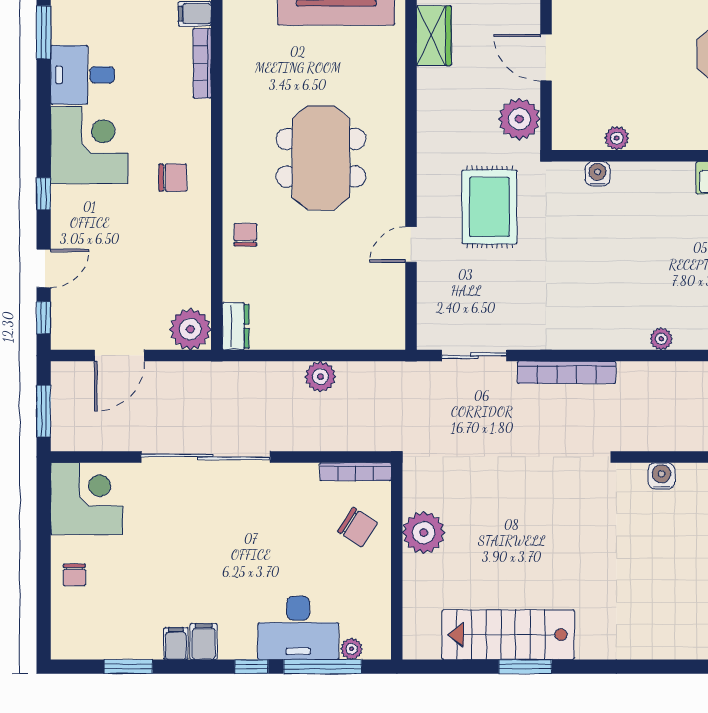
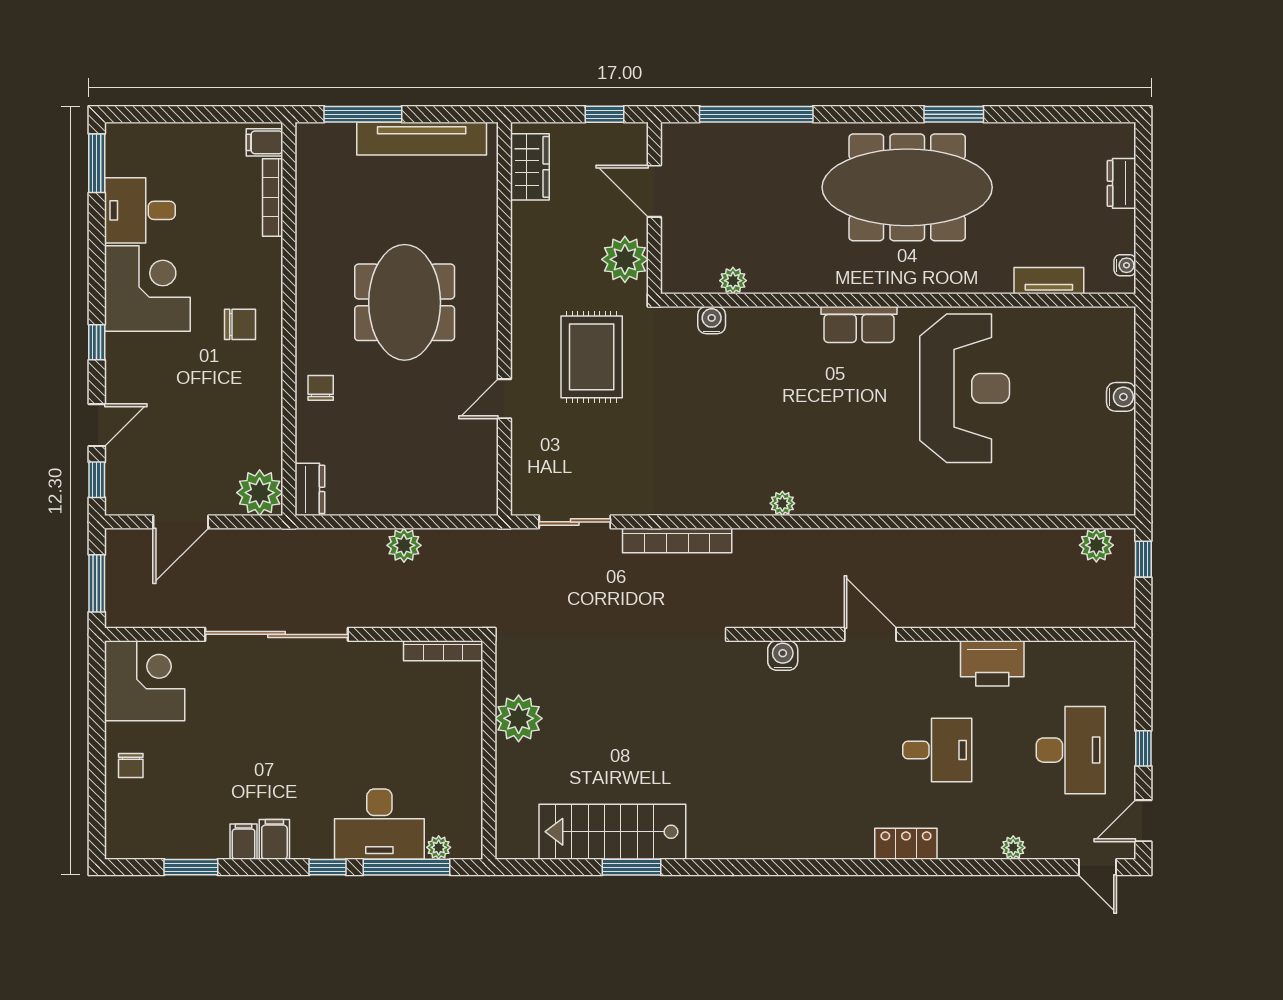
chair: (357, 527) -> (445, 712), removed

